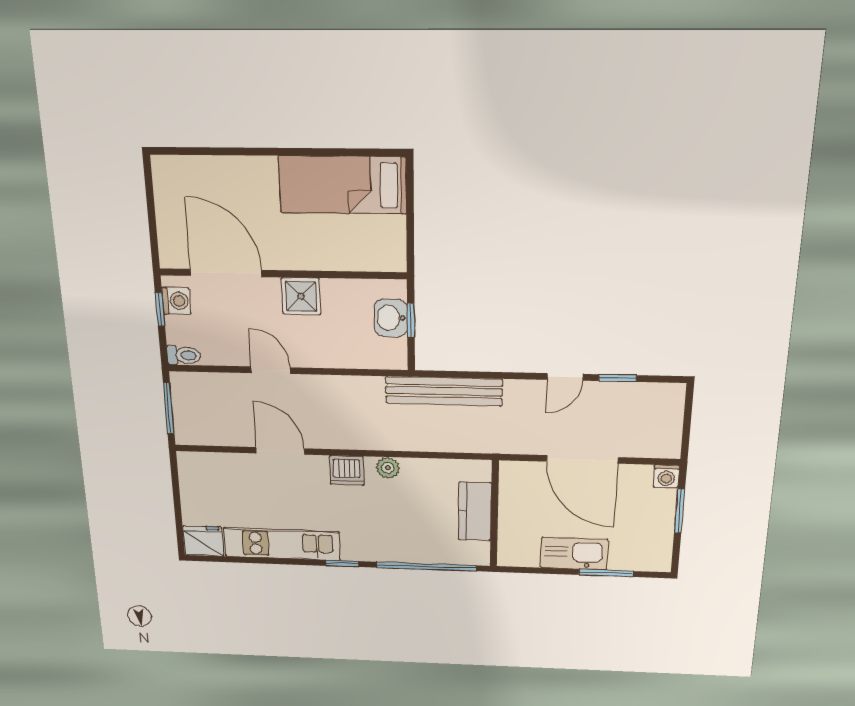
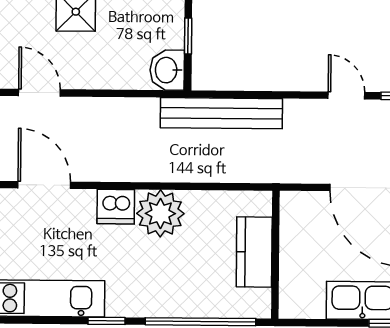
washbasin: (391, 318) -> (167, 70), moved
door: (565, 377) -> (346, 95), swing flipped
plant: (388, 468) -> (160, 213), width x1.88, depth x1.88

